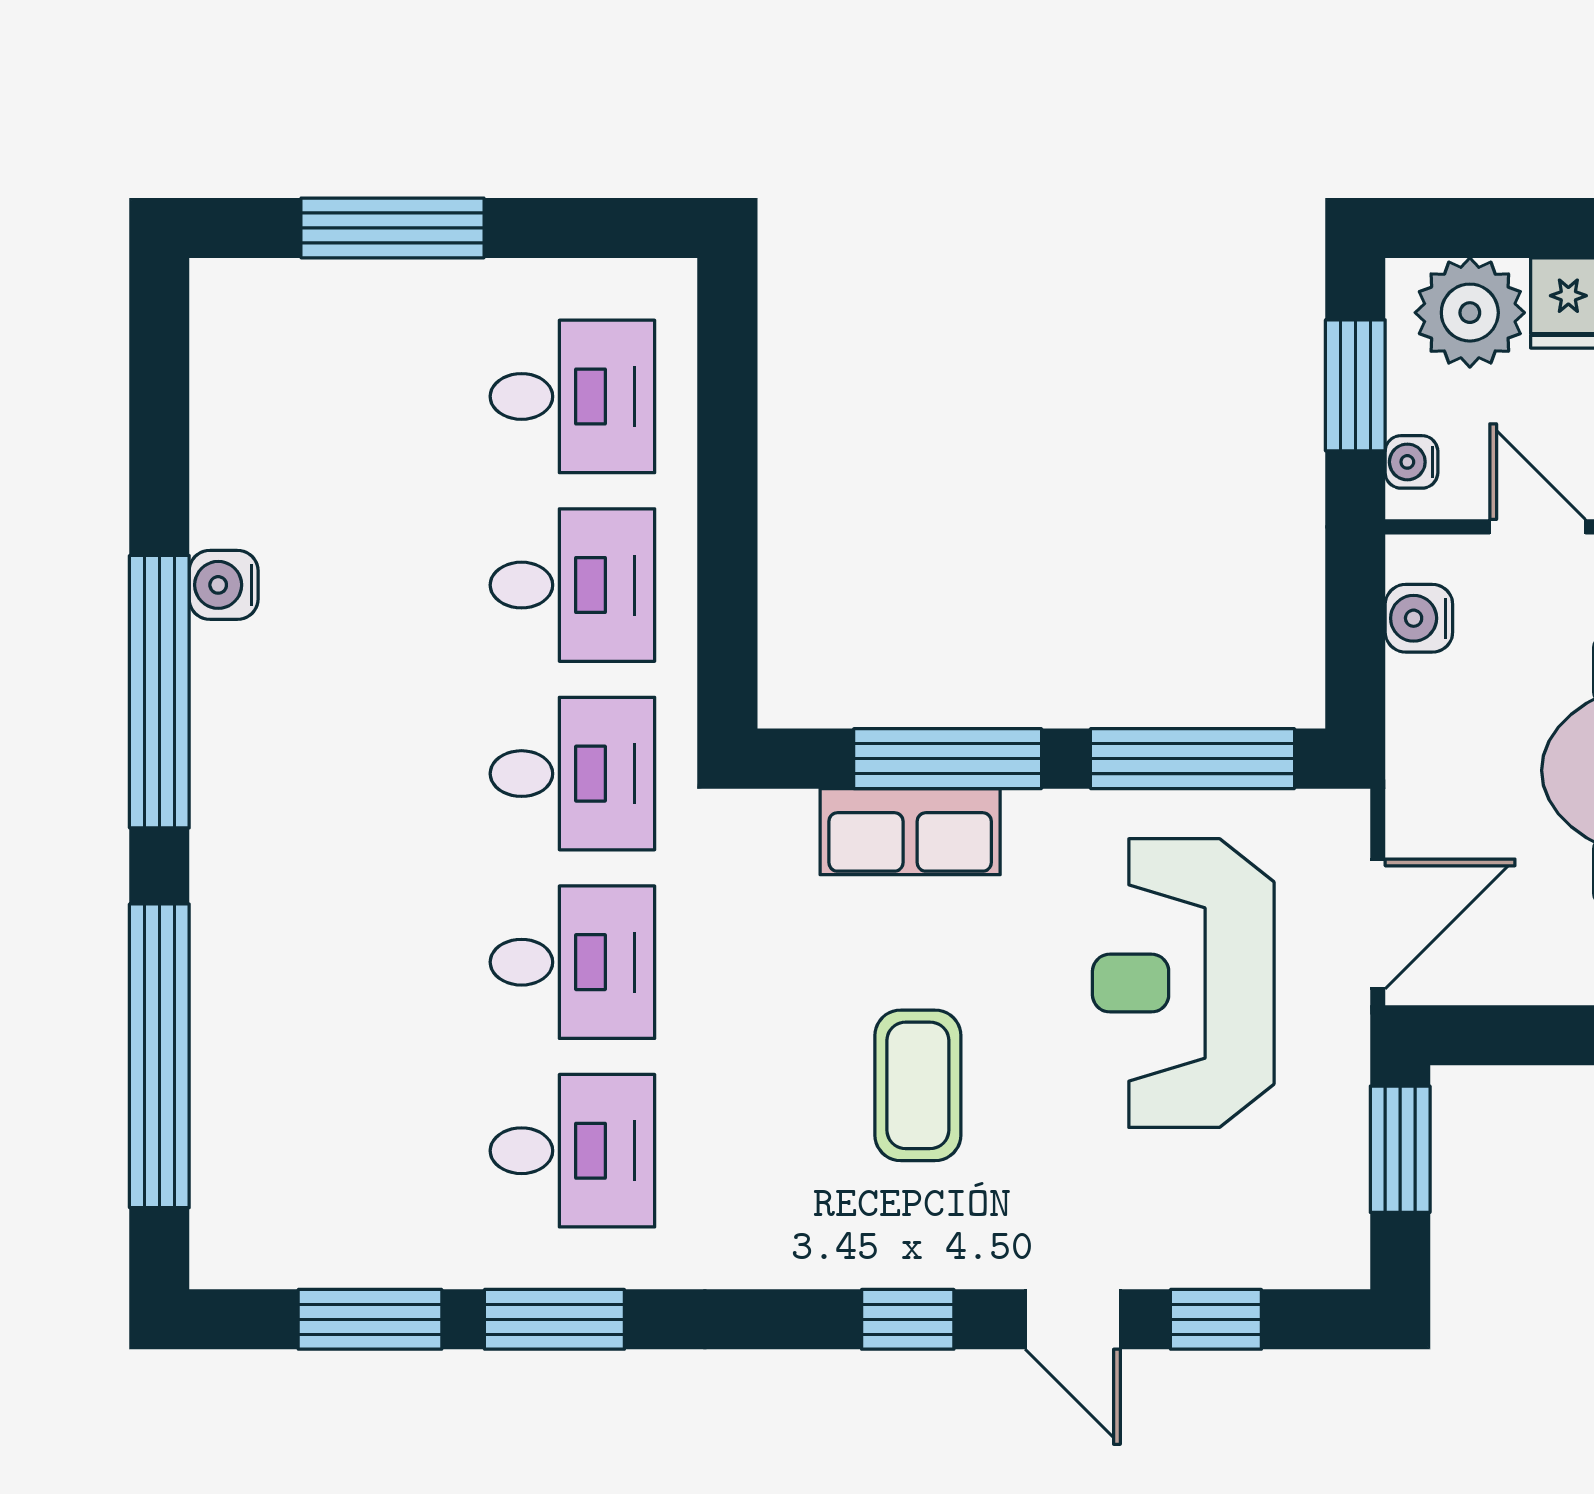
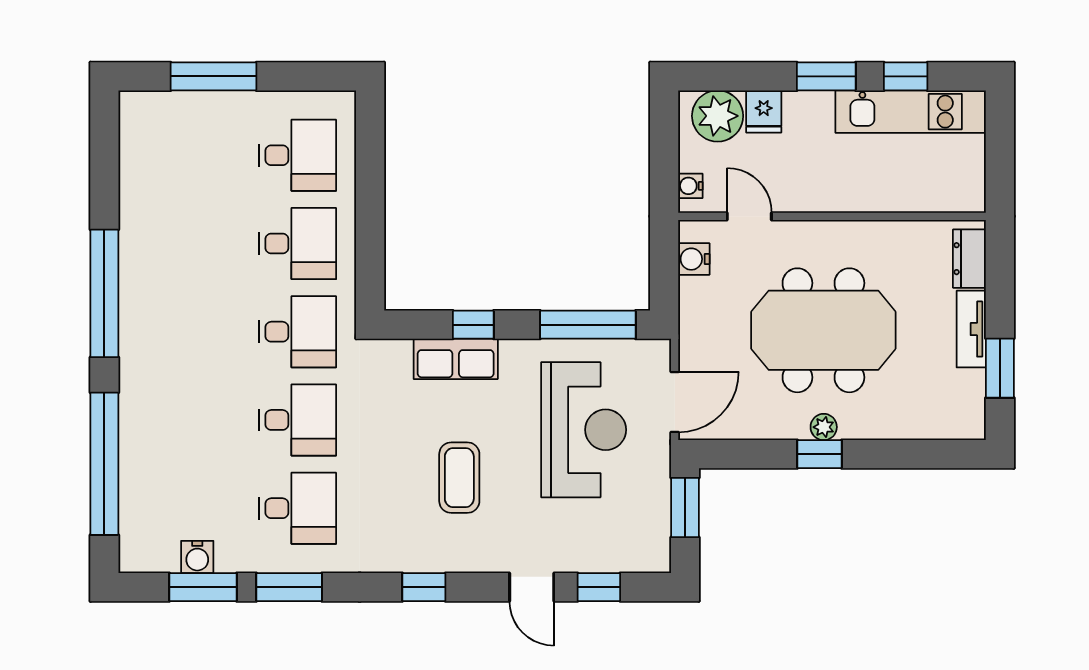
window: (1355, 385) -> (664, 150), removed
water cooler: (224, 585) -> (197, 557), moved, turned -90
window: (948, 759) -> (473, 325), width x0.46
reception desk: (1183, 983) -> (584, 430), turned 180
window: (908, 1319) -> (424, 587), moved

